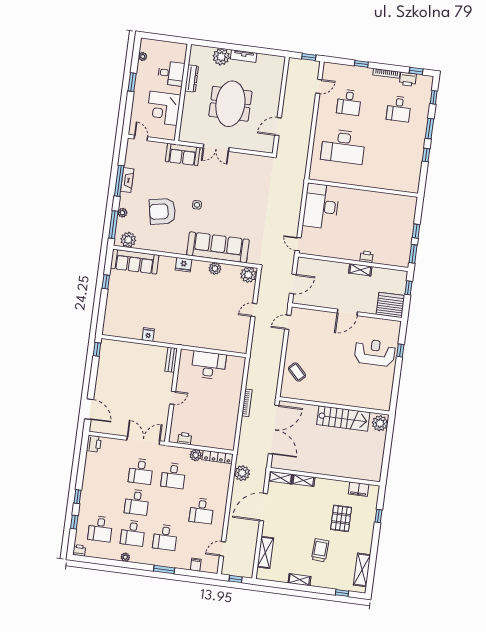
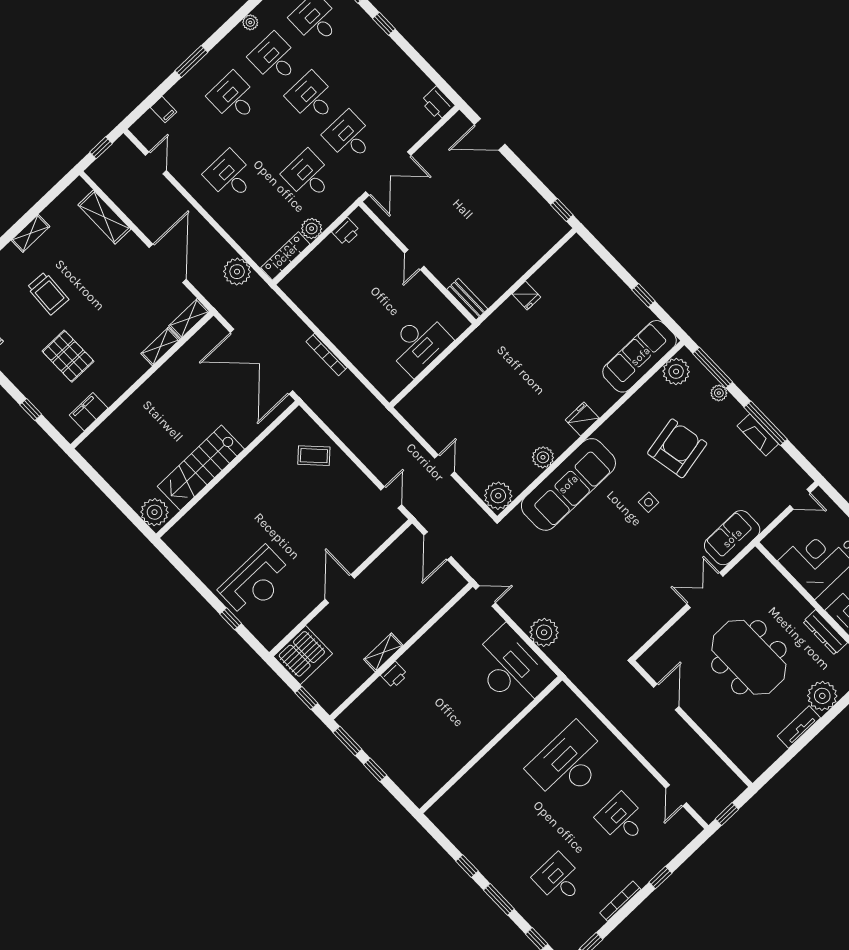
printer: (408, 79) -> (589, 924), removed
plant: (293, 205) -> (544, 632), added

